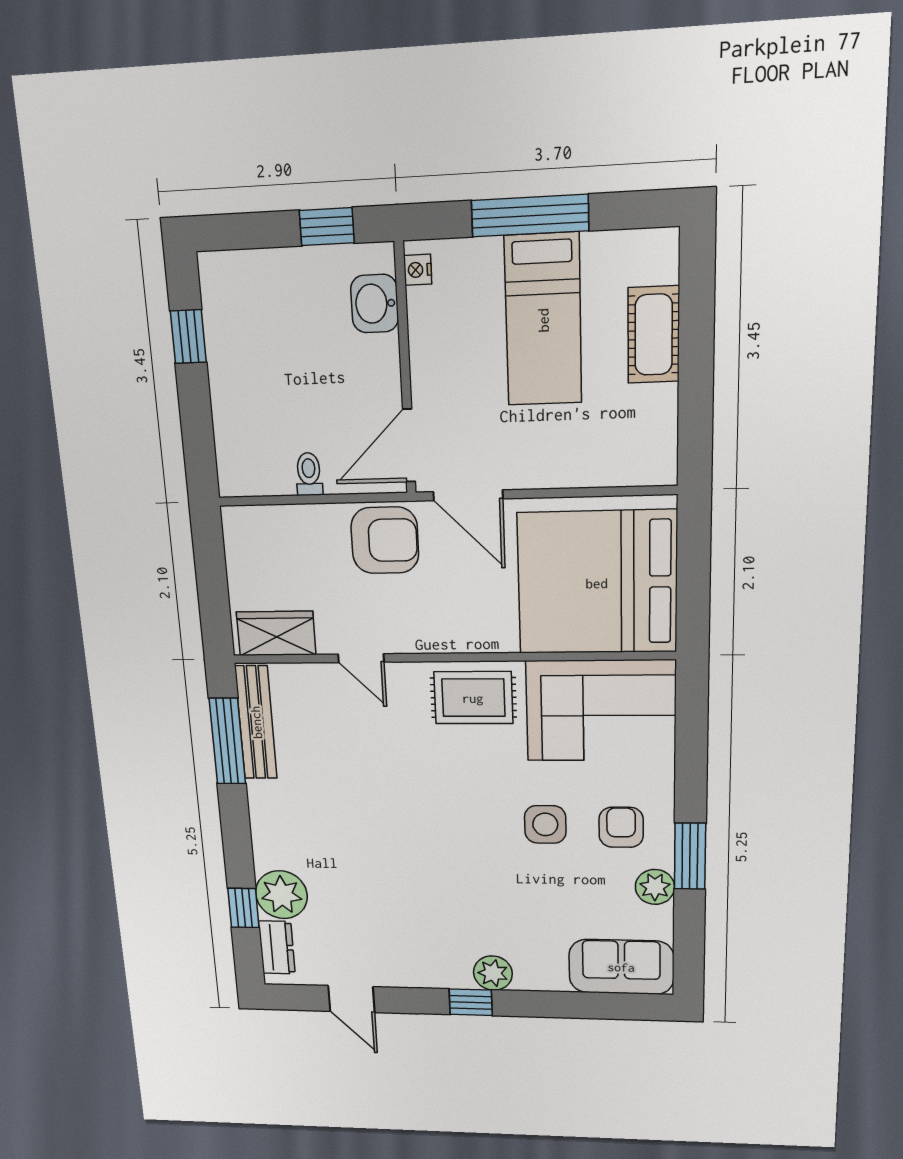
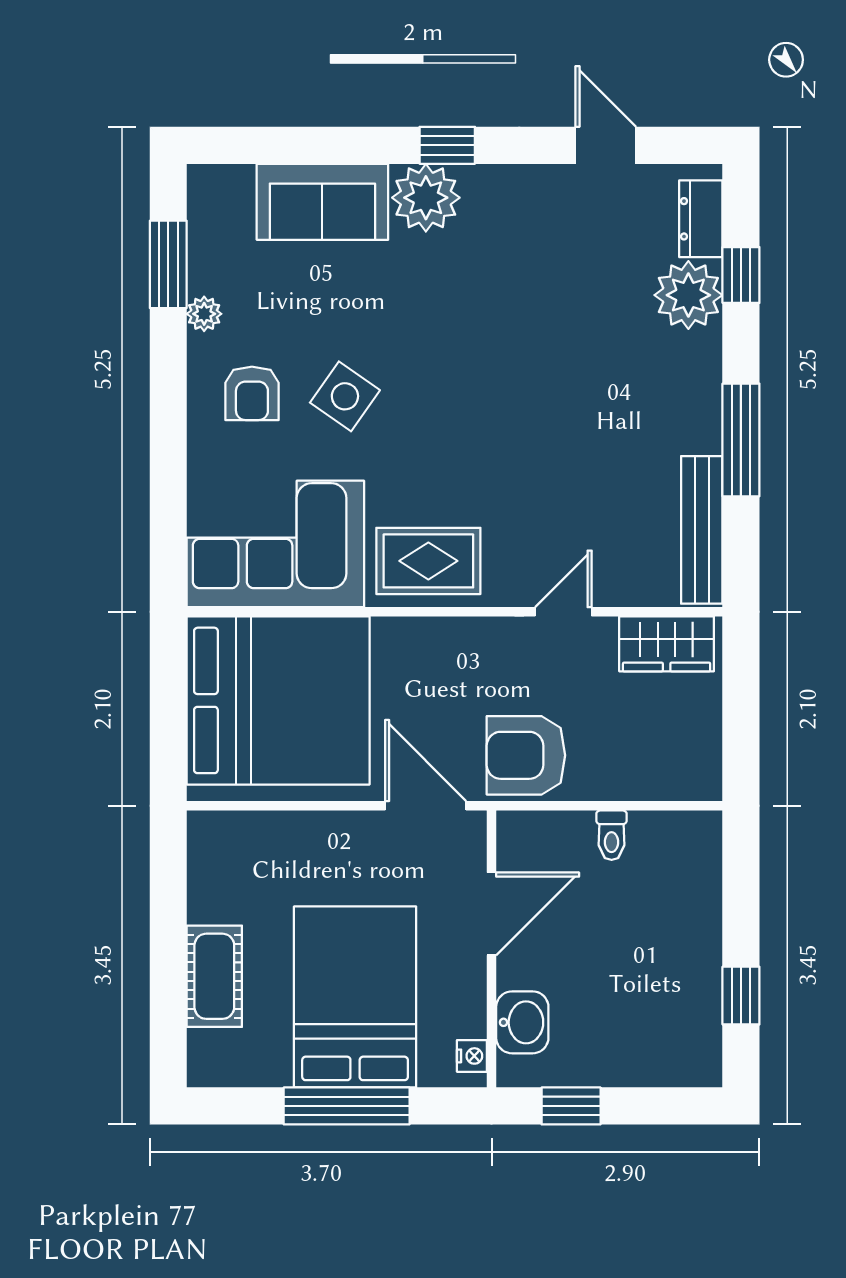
bed: (543, 320) -> (355, 997), width x1.50
door: (409, 446) -> (492, 914), moved
door: (361, 658) -> (563, 612), hinge flipped
window: (227, 741) -> (741, 440), moved
side table: (545, 824) -> (345, 396), turned 35
window: (690, 856) -> (168, 264), moved
plant: (655, 887) -> (204, 314), width x0.73, depth x0.73
sofa: (621, 967) -> (322, 202), moved
plant: (493, 973) -> (426, 198), width x1.36, depth x1.36

